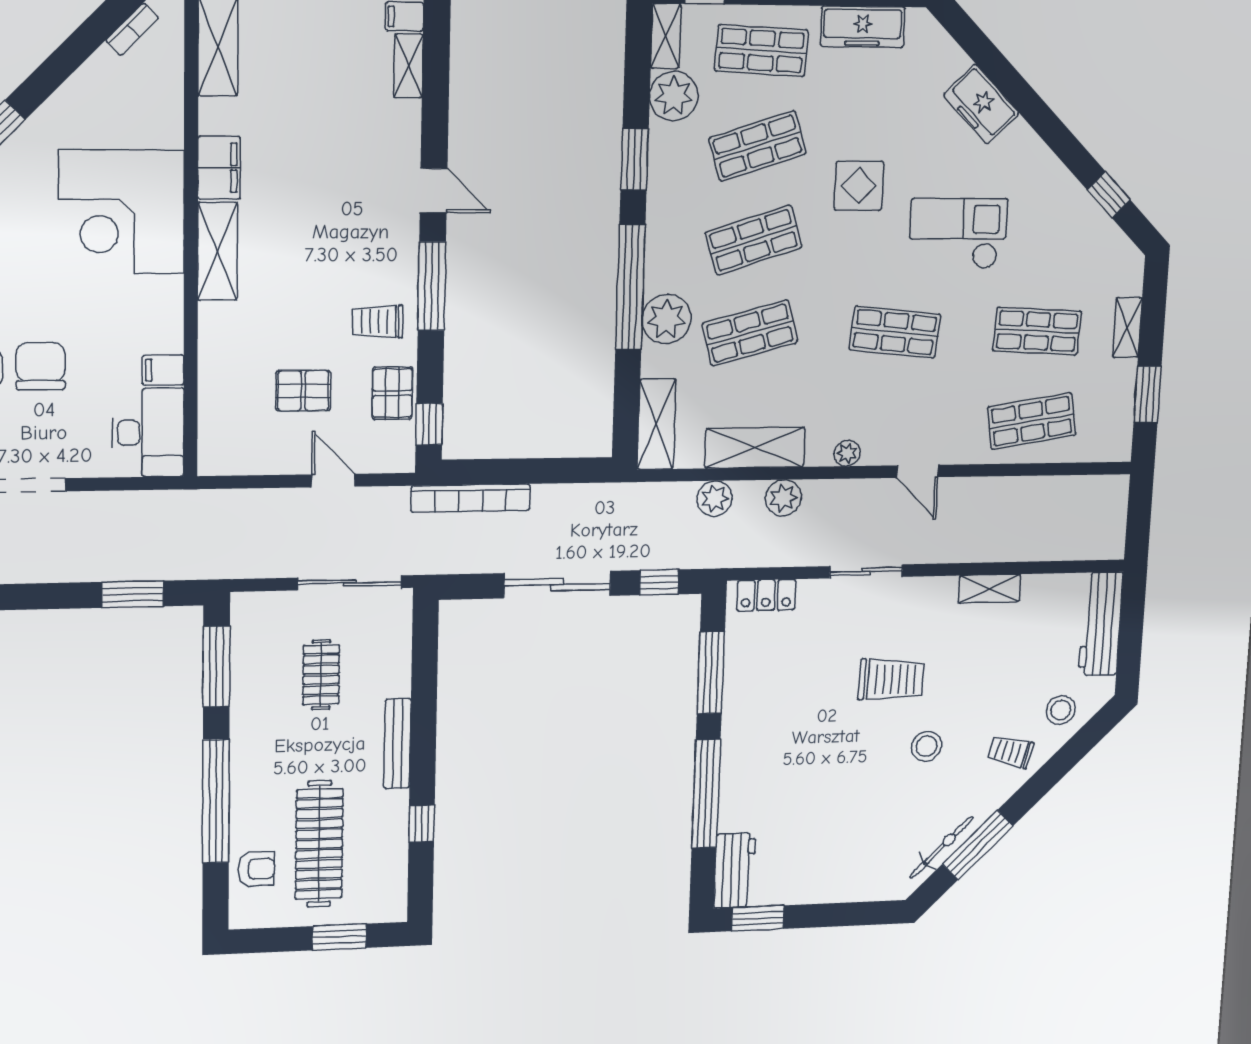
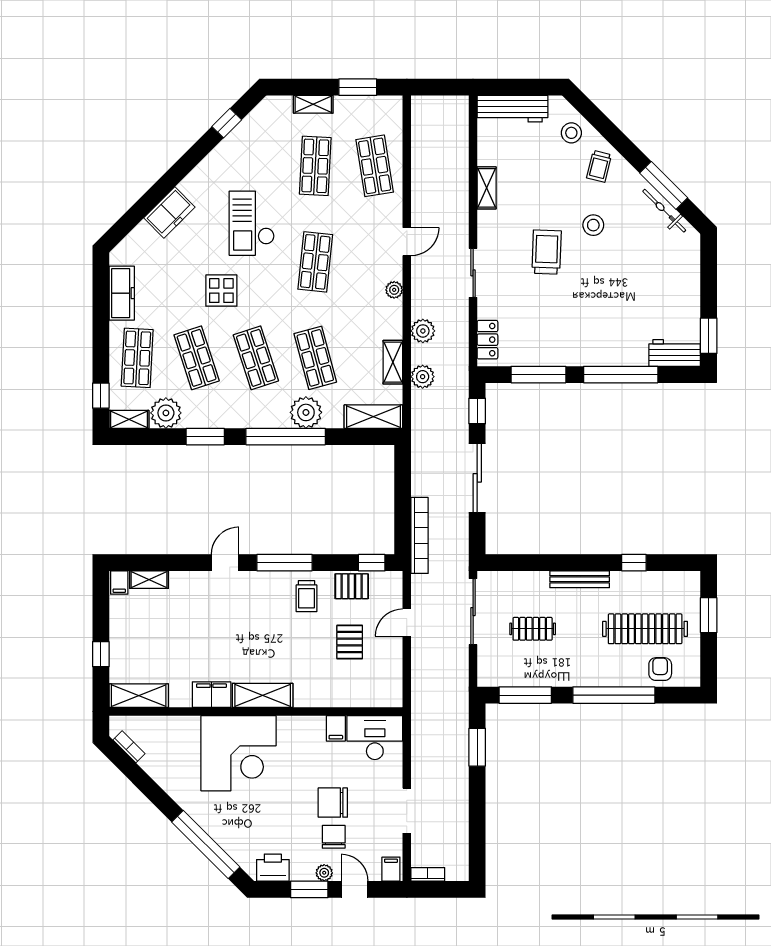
shelving: (755, 448) -> (393, 362), width x0.67, depth x0.75

